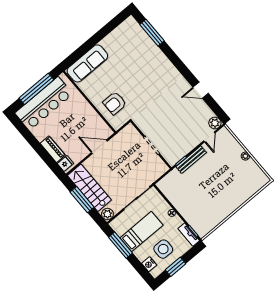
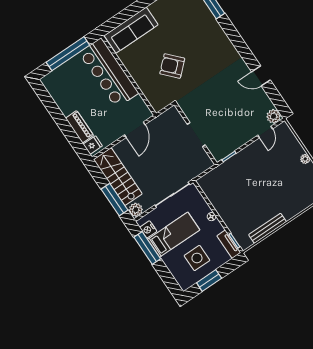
bar counter: (44, 103) -> (109, 73), moved, turned 90
armchair: (115, 103) -> (172, 66), moved, turned 47
door: (99, 147) -> (135, 130), swing flipped
bench: (191, 160) -> (268, 228), moved
window: (82, 200) -> (115, 200), moved
nightstand: (149, 264) -> (148, 229), moved

